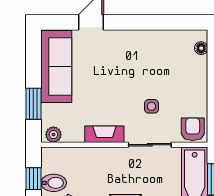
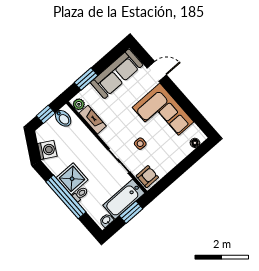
corner sofa: (142, 56) -> (163, 115), added
fireplace: (104, 134) -> (93, 120), moved
bidet: (54, 183) -> (63, 118), moved

